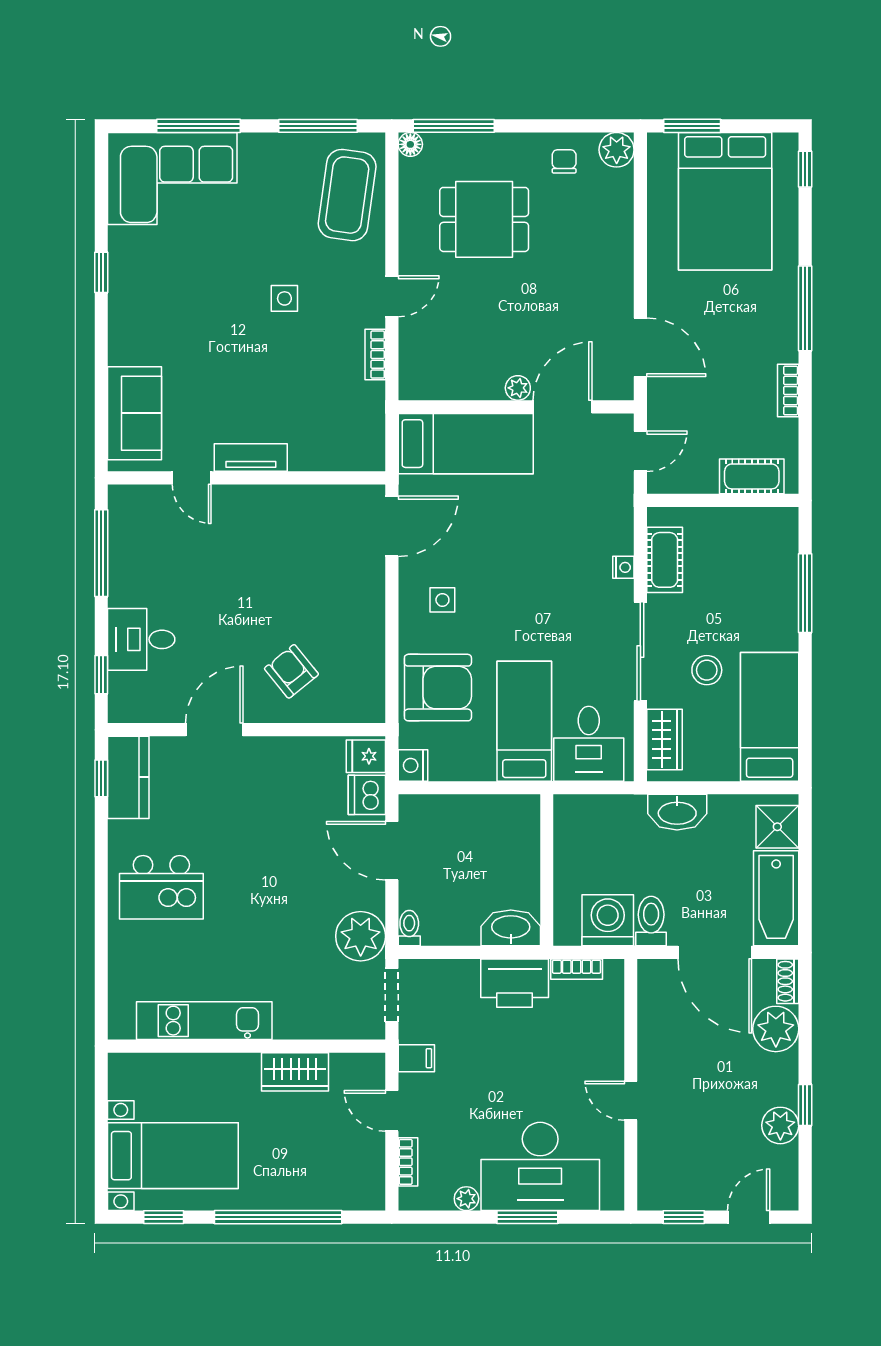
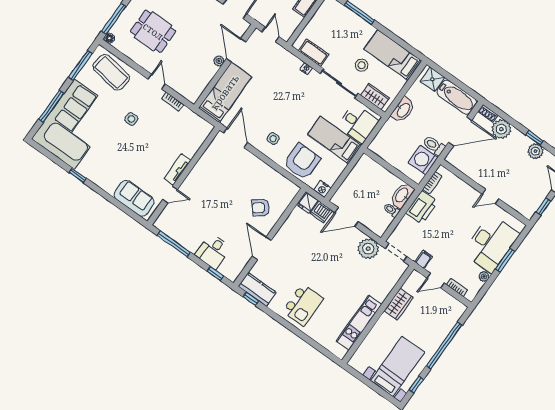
corner sofa: (172, 178) -> (74, 124), width x1.36, depth x1.36
dining table: (484, 219) -> (153, 31), turned 90
toilet: (409, 928) -> (392, 210), moved

